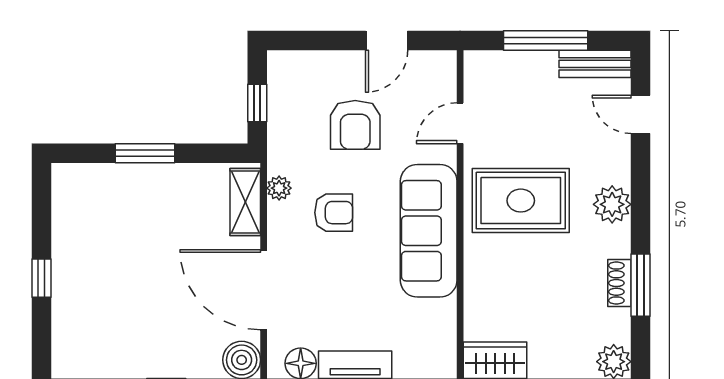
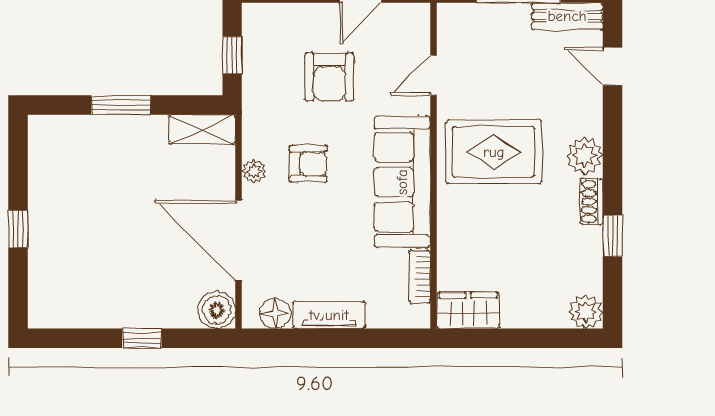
plant: (279, 188) -> (254, 171), moved
shelving: (245, 202) -> (202, 130), moved, turned 90
shoe rack: (619, 283) -> (592, 202), moved
window: (640, 285) -> (613, 236), width x0.67
bookcase: (446, 326) -> (420, 277), added

